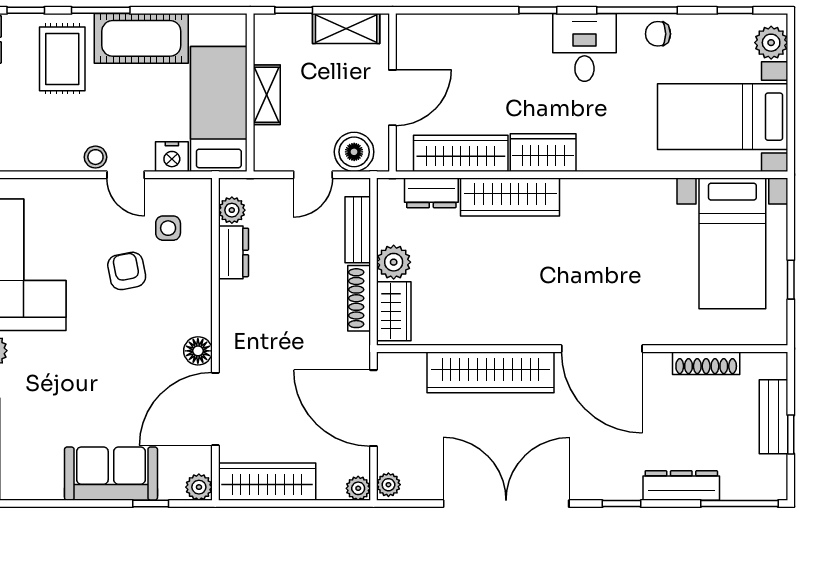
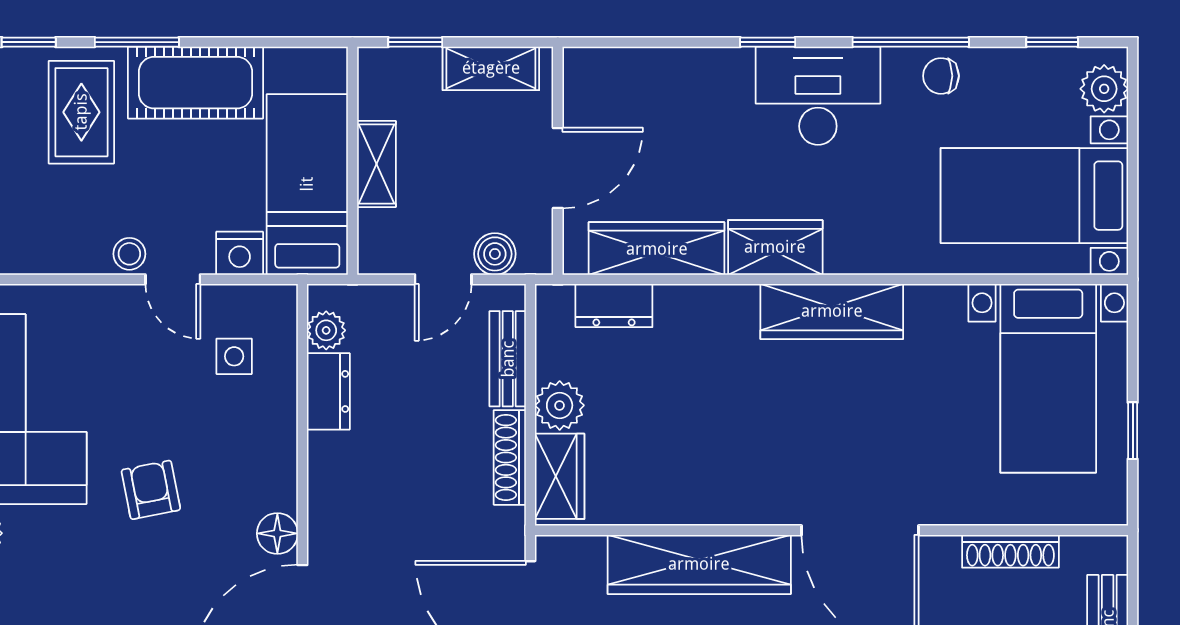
desk: (584, 47) -> (818, 96), width x1.37
boiler: (354, 152) -> (495, 254), width x0.73, depth x0.73
wardrobe: (510, 197) -> (832, 311), moved
armchair: (127, 271) -> (151, 490), moved

